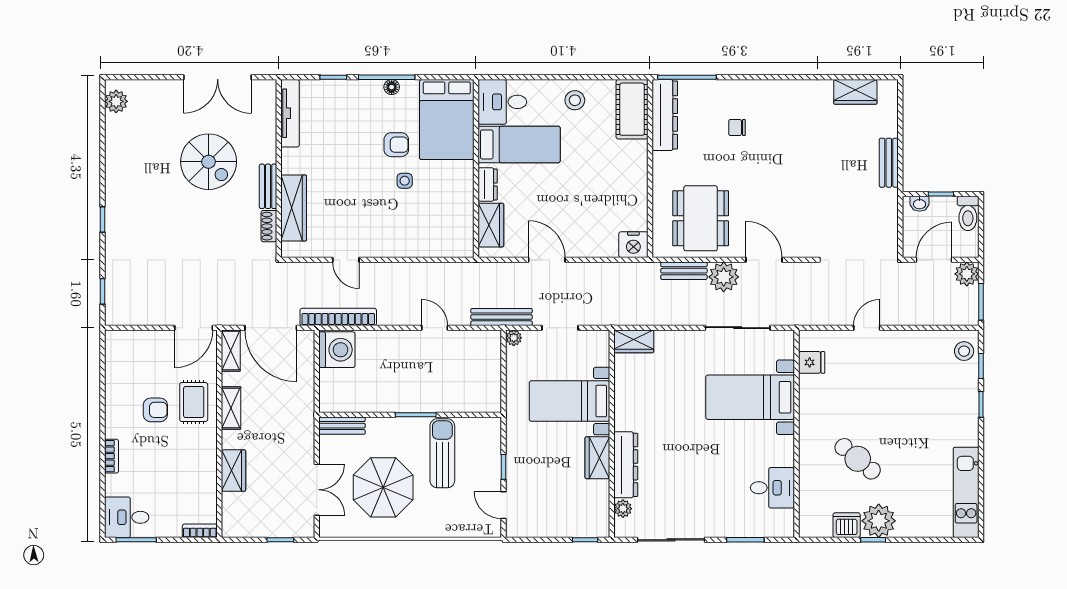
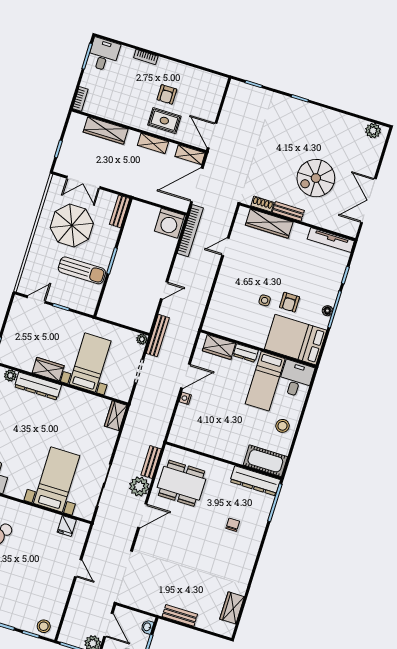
nightstand: (633, 245) -> (185, 398), moved, width x0.53, depth x0.56
wardrobe: (233, 471) -> (106, 130), width x1.50

